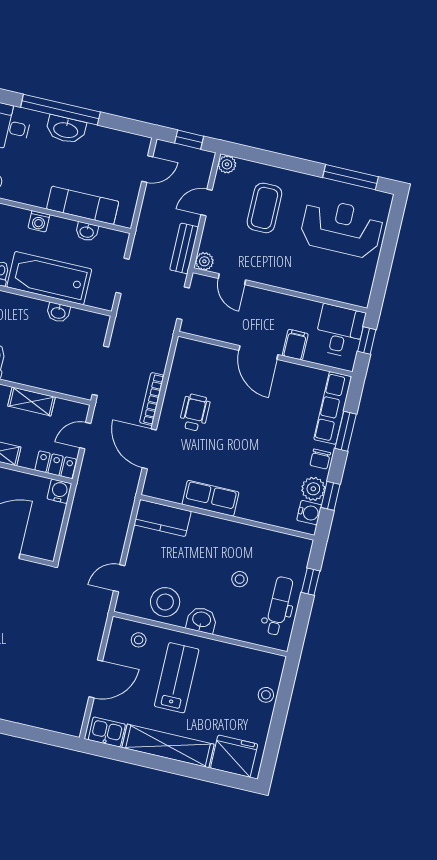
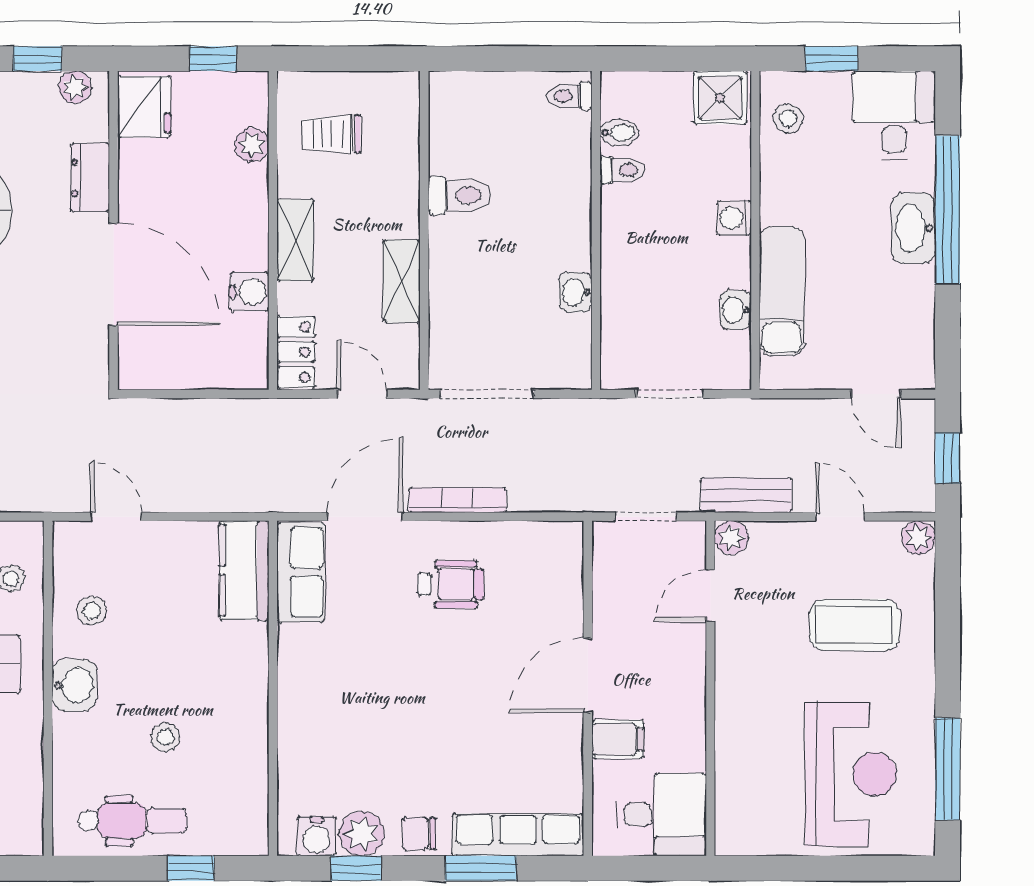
bathtub: (49, 278) -> (635, 261), removed
window: (367, 340) -> (656, 868), removed
water cooler: (59, 491) -> (249, 292), moved
row of seats: (210, 498) -> (301, 572), moved
stool: (165, 602) -> (92, 611), width x0.53, depth x0.53

